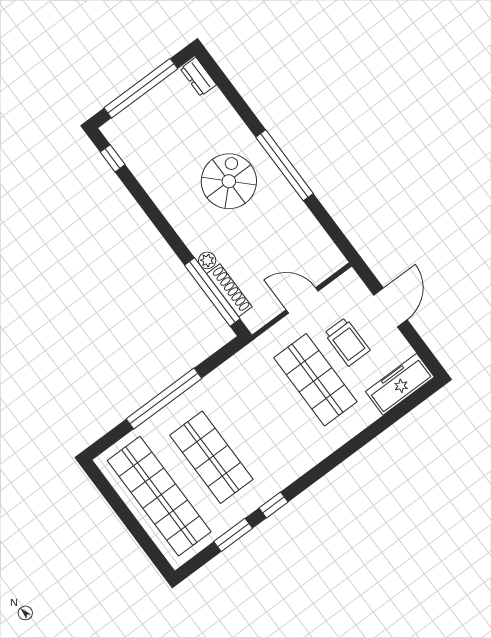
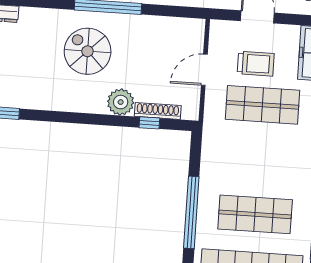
plant: (207, 260) -> (121, 102), width x1.87, depth x1.87
window: (212, 292) -> (149, 123), width x0.32

